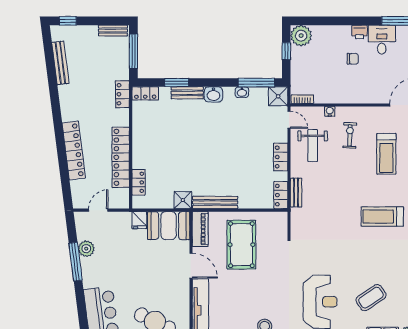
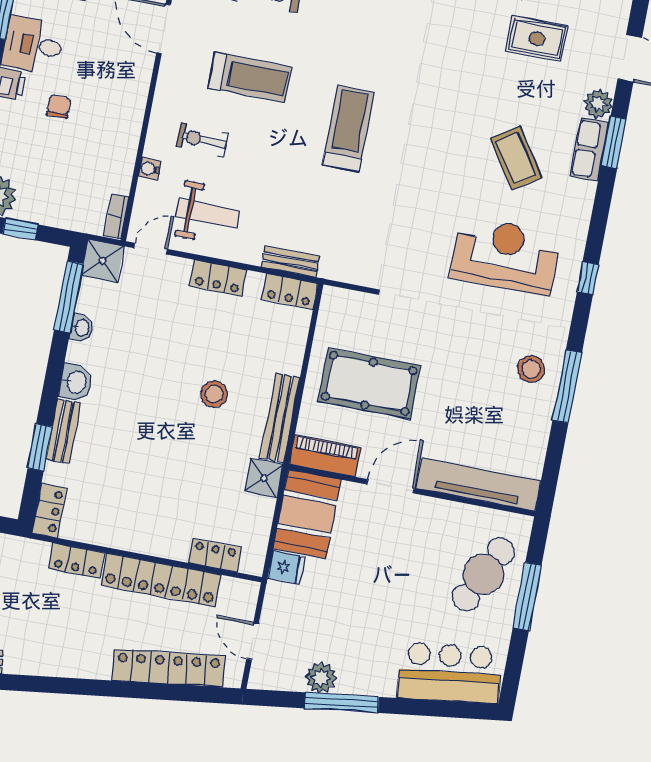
locker: (122, 94) -> (77, 561), moved
locker: (74, 150) -> (168, 668), moved
stool: (221, 166) -> (214, 394), added
treadmill: (382, 217) -> (348, 129), moved, turned 180

